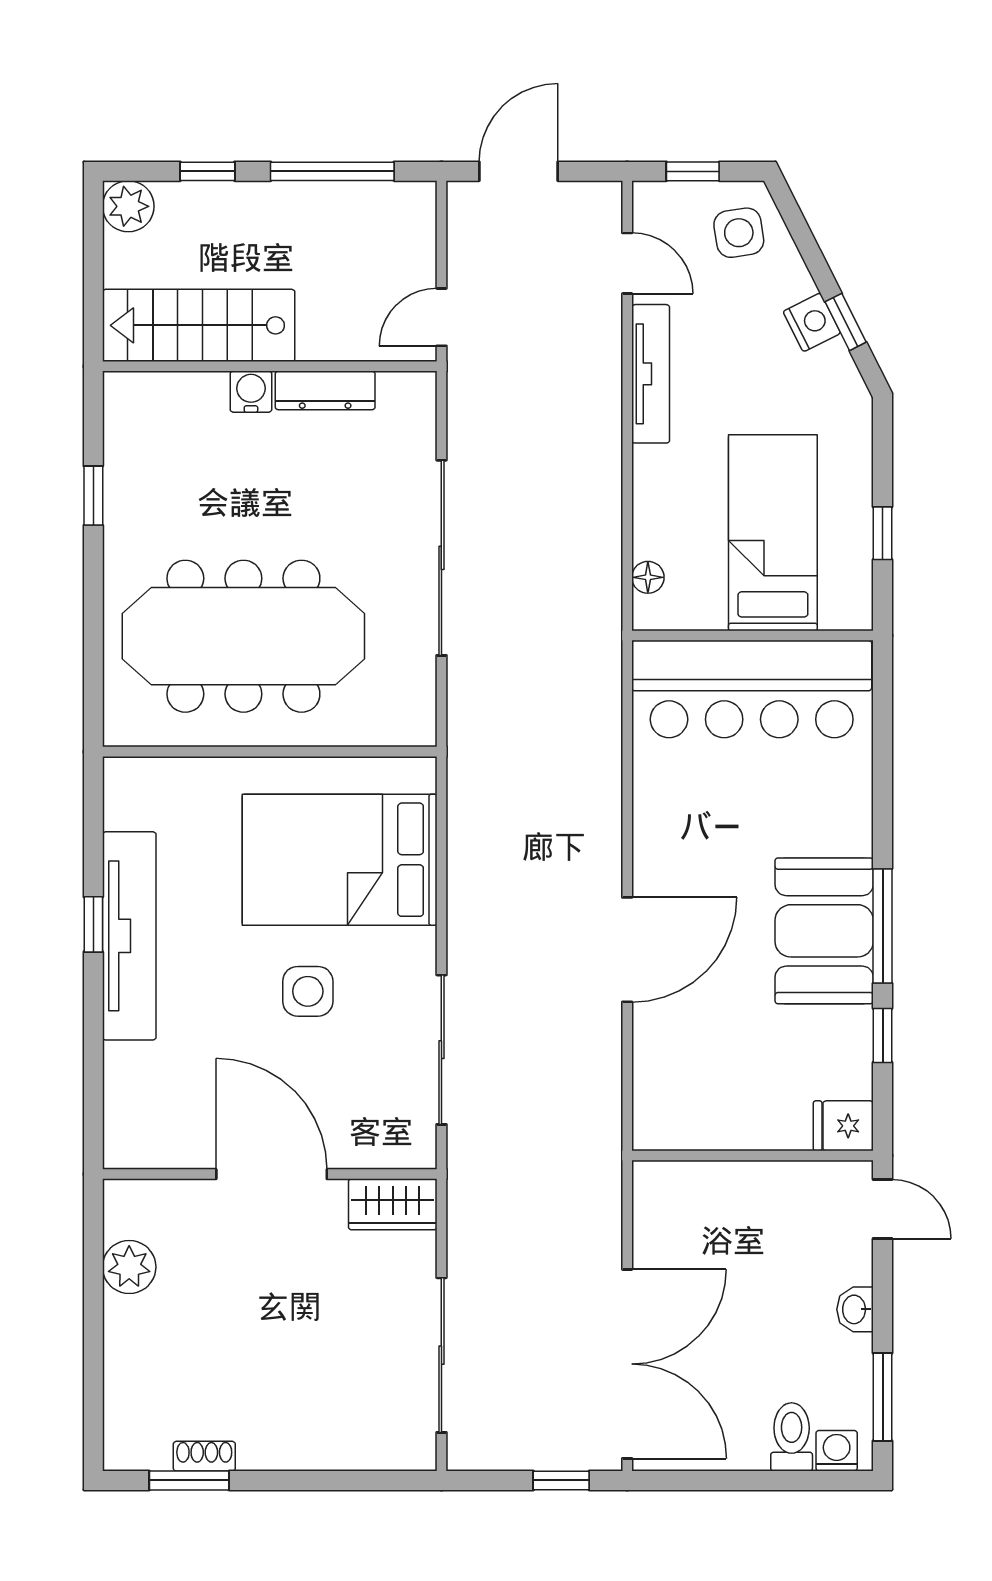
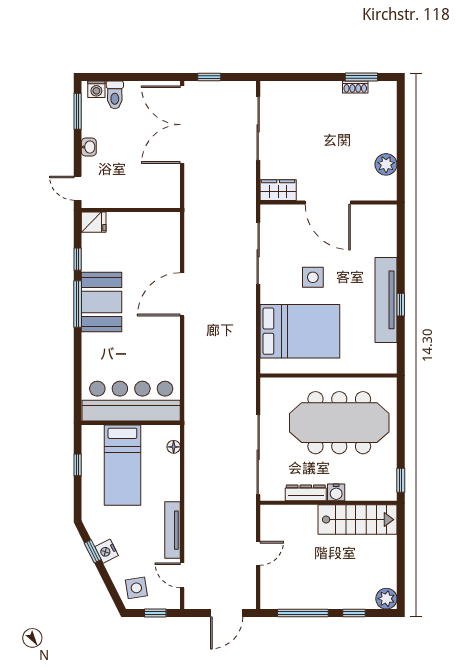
stairs: (199, 325) -> (358, 520), moved
wall: (270, 366) -> (328, 503), moved
dresser: (325, 390) -> (306, 493), moved
water cooler: (251, 392) -> (336, 492), moved

